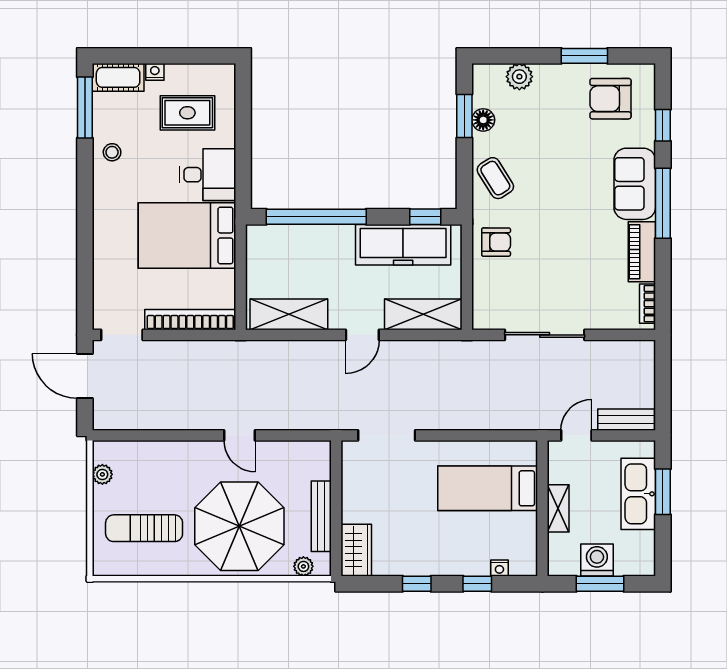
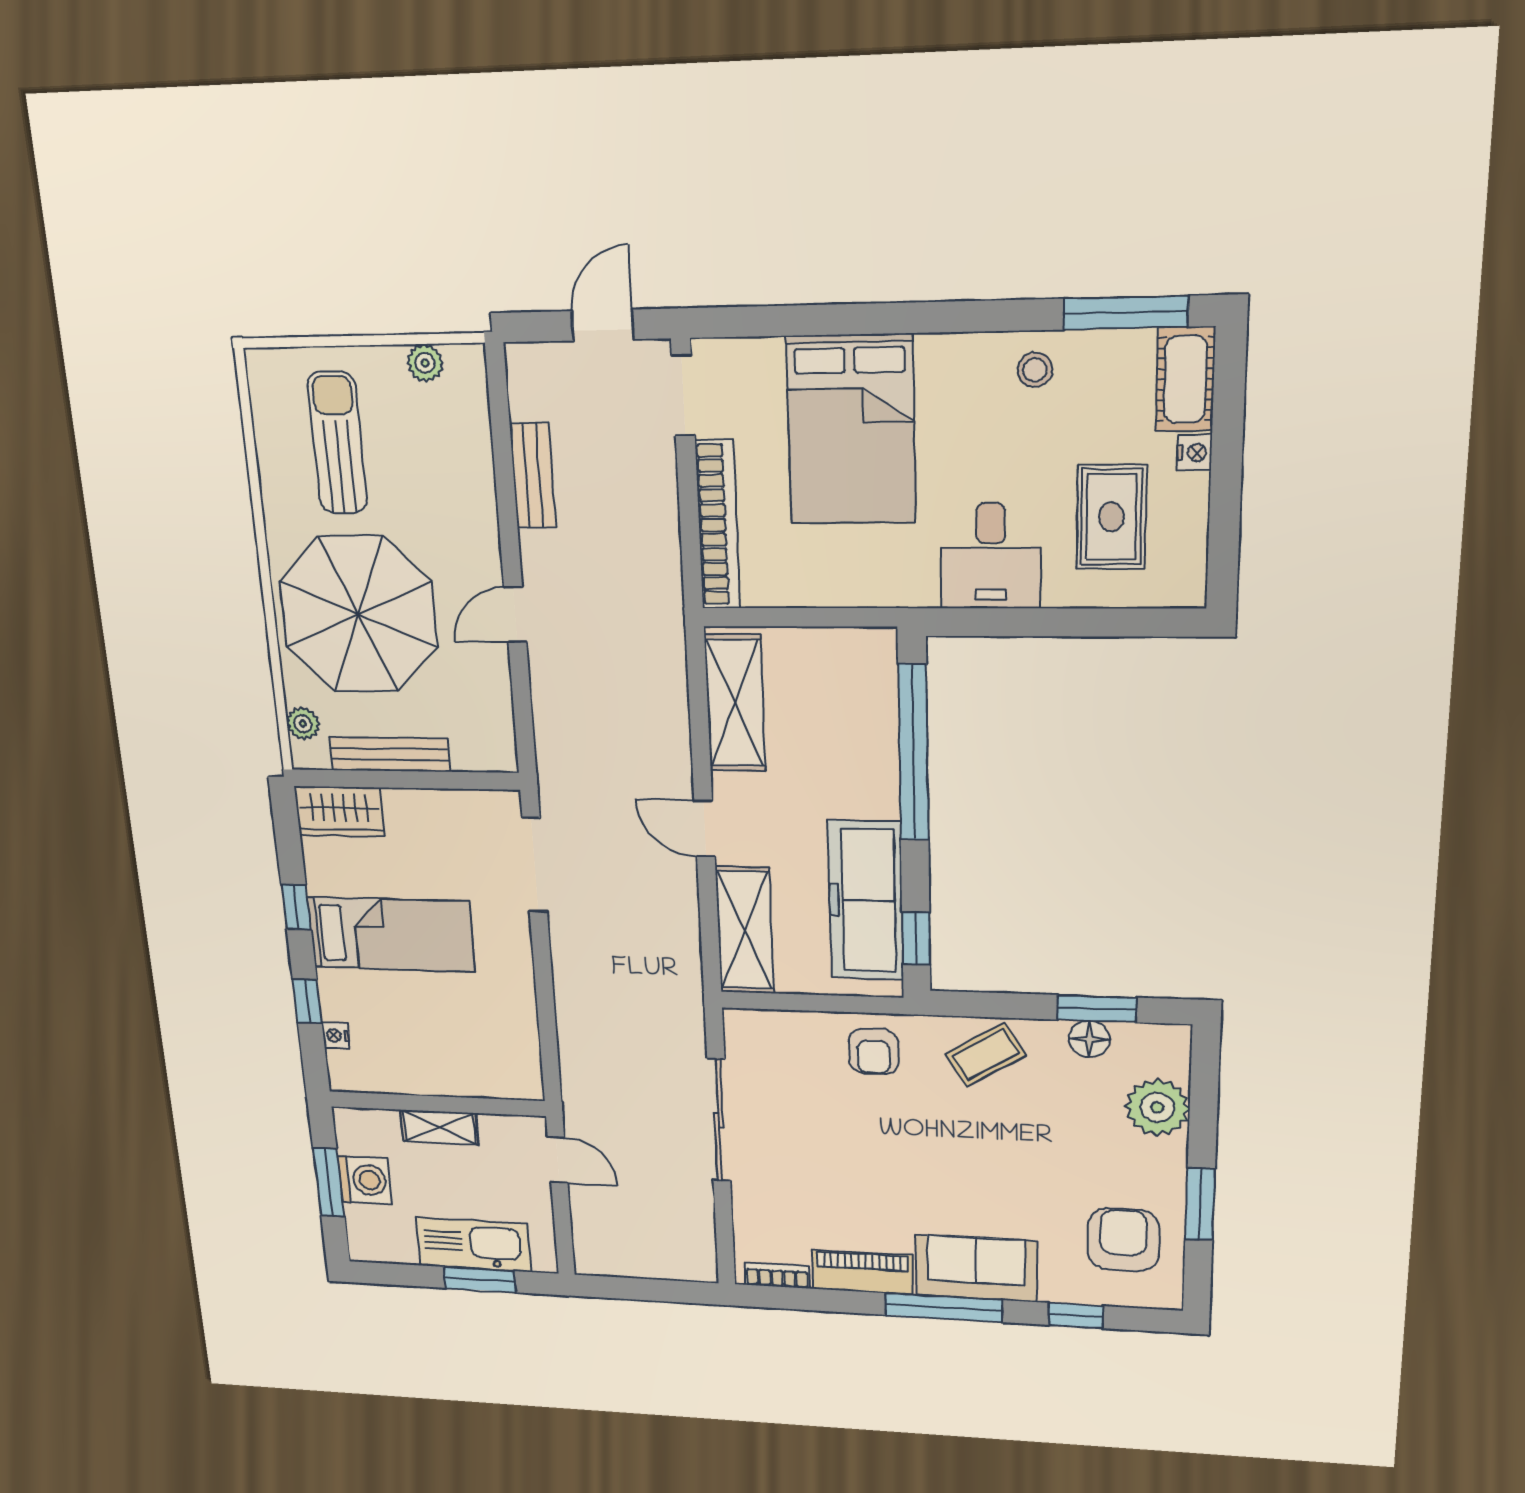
plant: (519, 77) -> (1157, 1108), width x1.36, depth x1.36
bed: (187, 235) -> (851, 430), moved, turned 180
door: (85, 376) -> (603, 325), width x0.73
bench: (626, 420) -> (533, 476), moved
bed: (488, 488) -> (391, 934), moved, turned 90

